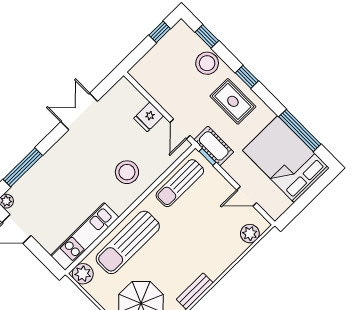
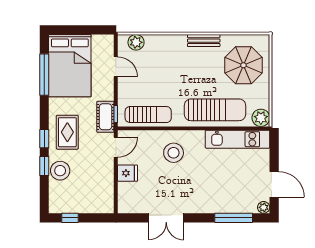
window: (207, 36) -> (44, 166), moved

